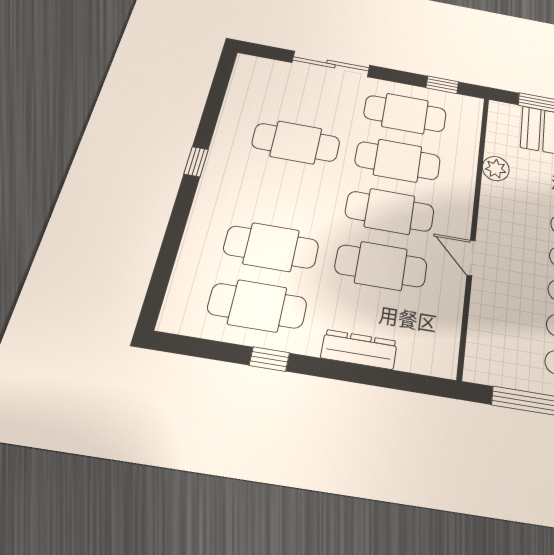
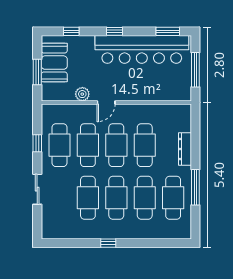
sliding door: (331, 64) -> (37, 189), width x0.73
window: (442, 85) -> (37, 143), moved
cafe table: (284, 193) -> (116, 198), added
door: (471, 258) -> (106, 102), moved
window: (269, 359) -> (195, 187), width x2.17

